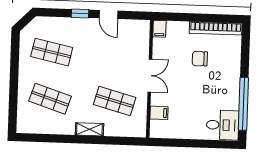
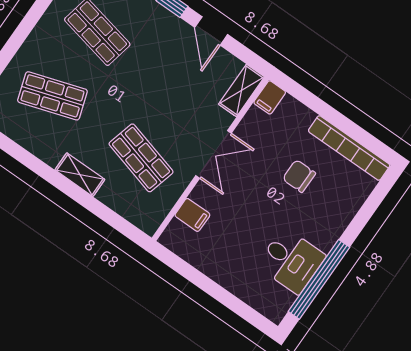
shelving: (143, 34) -> (241, 90), added
shop shelf: (50, 99) -> (52, 96), turned -36
desk: (223, 125) -> (291, 261), moved

